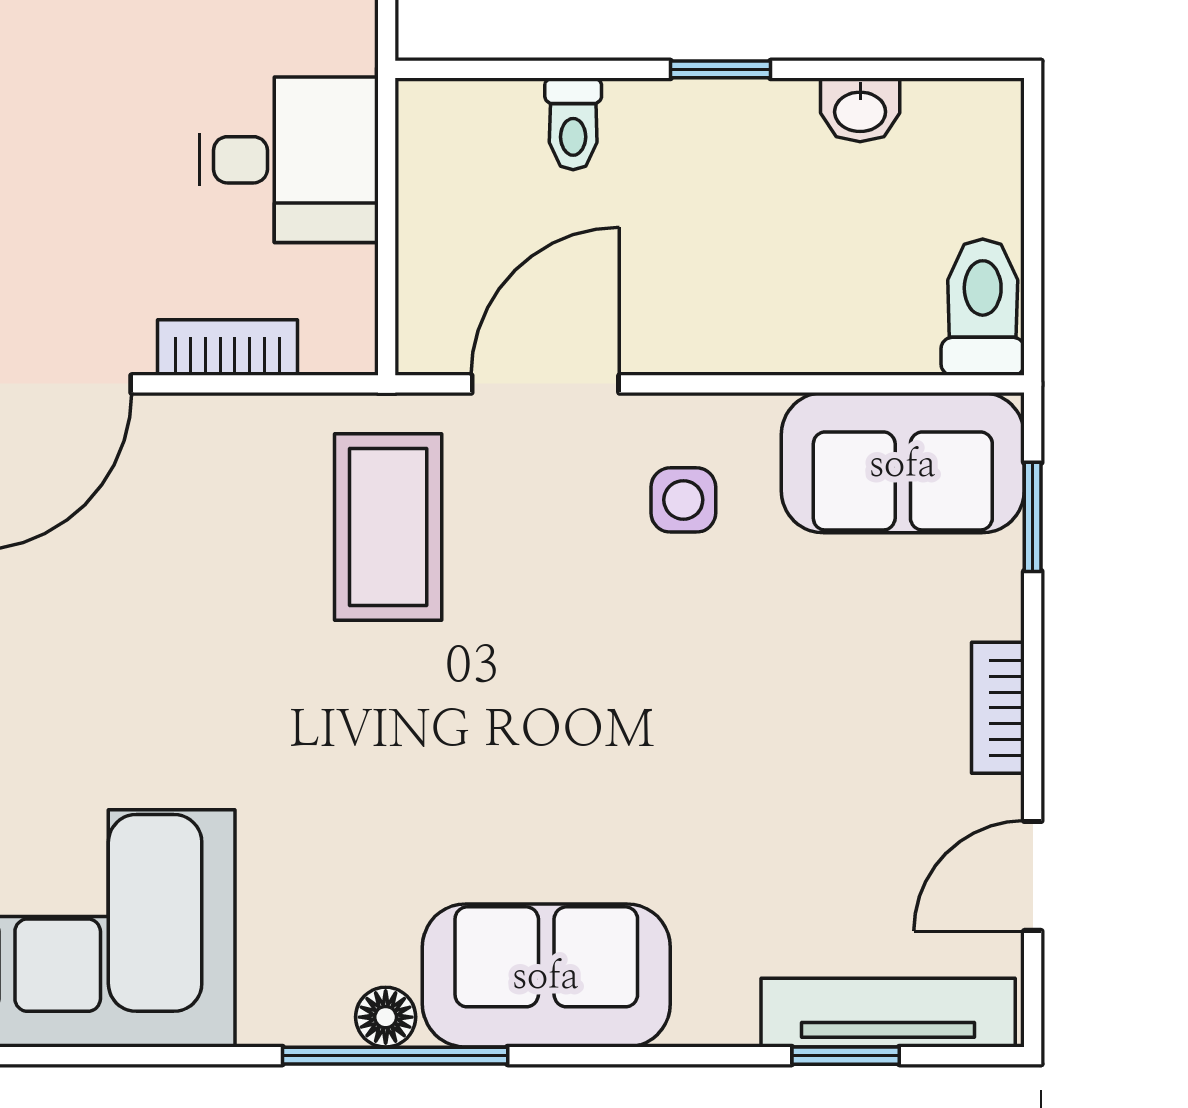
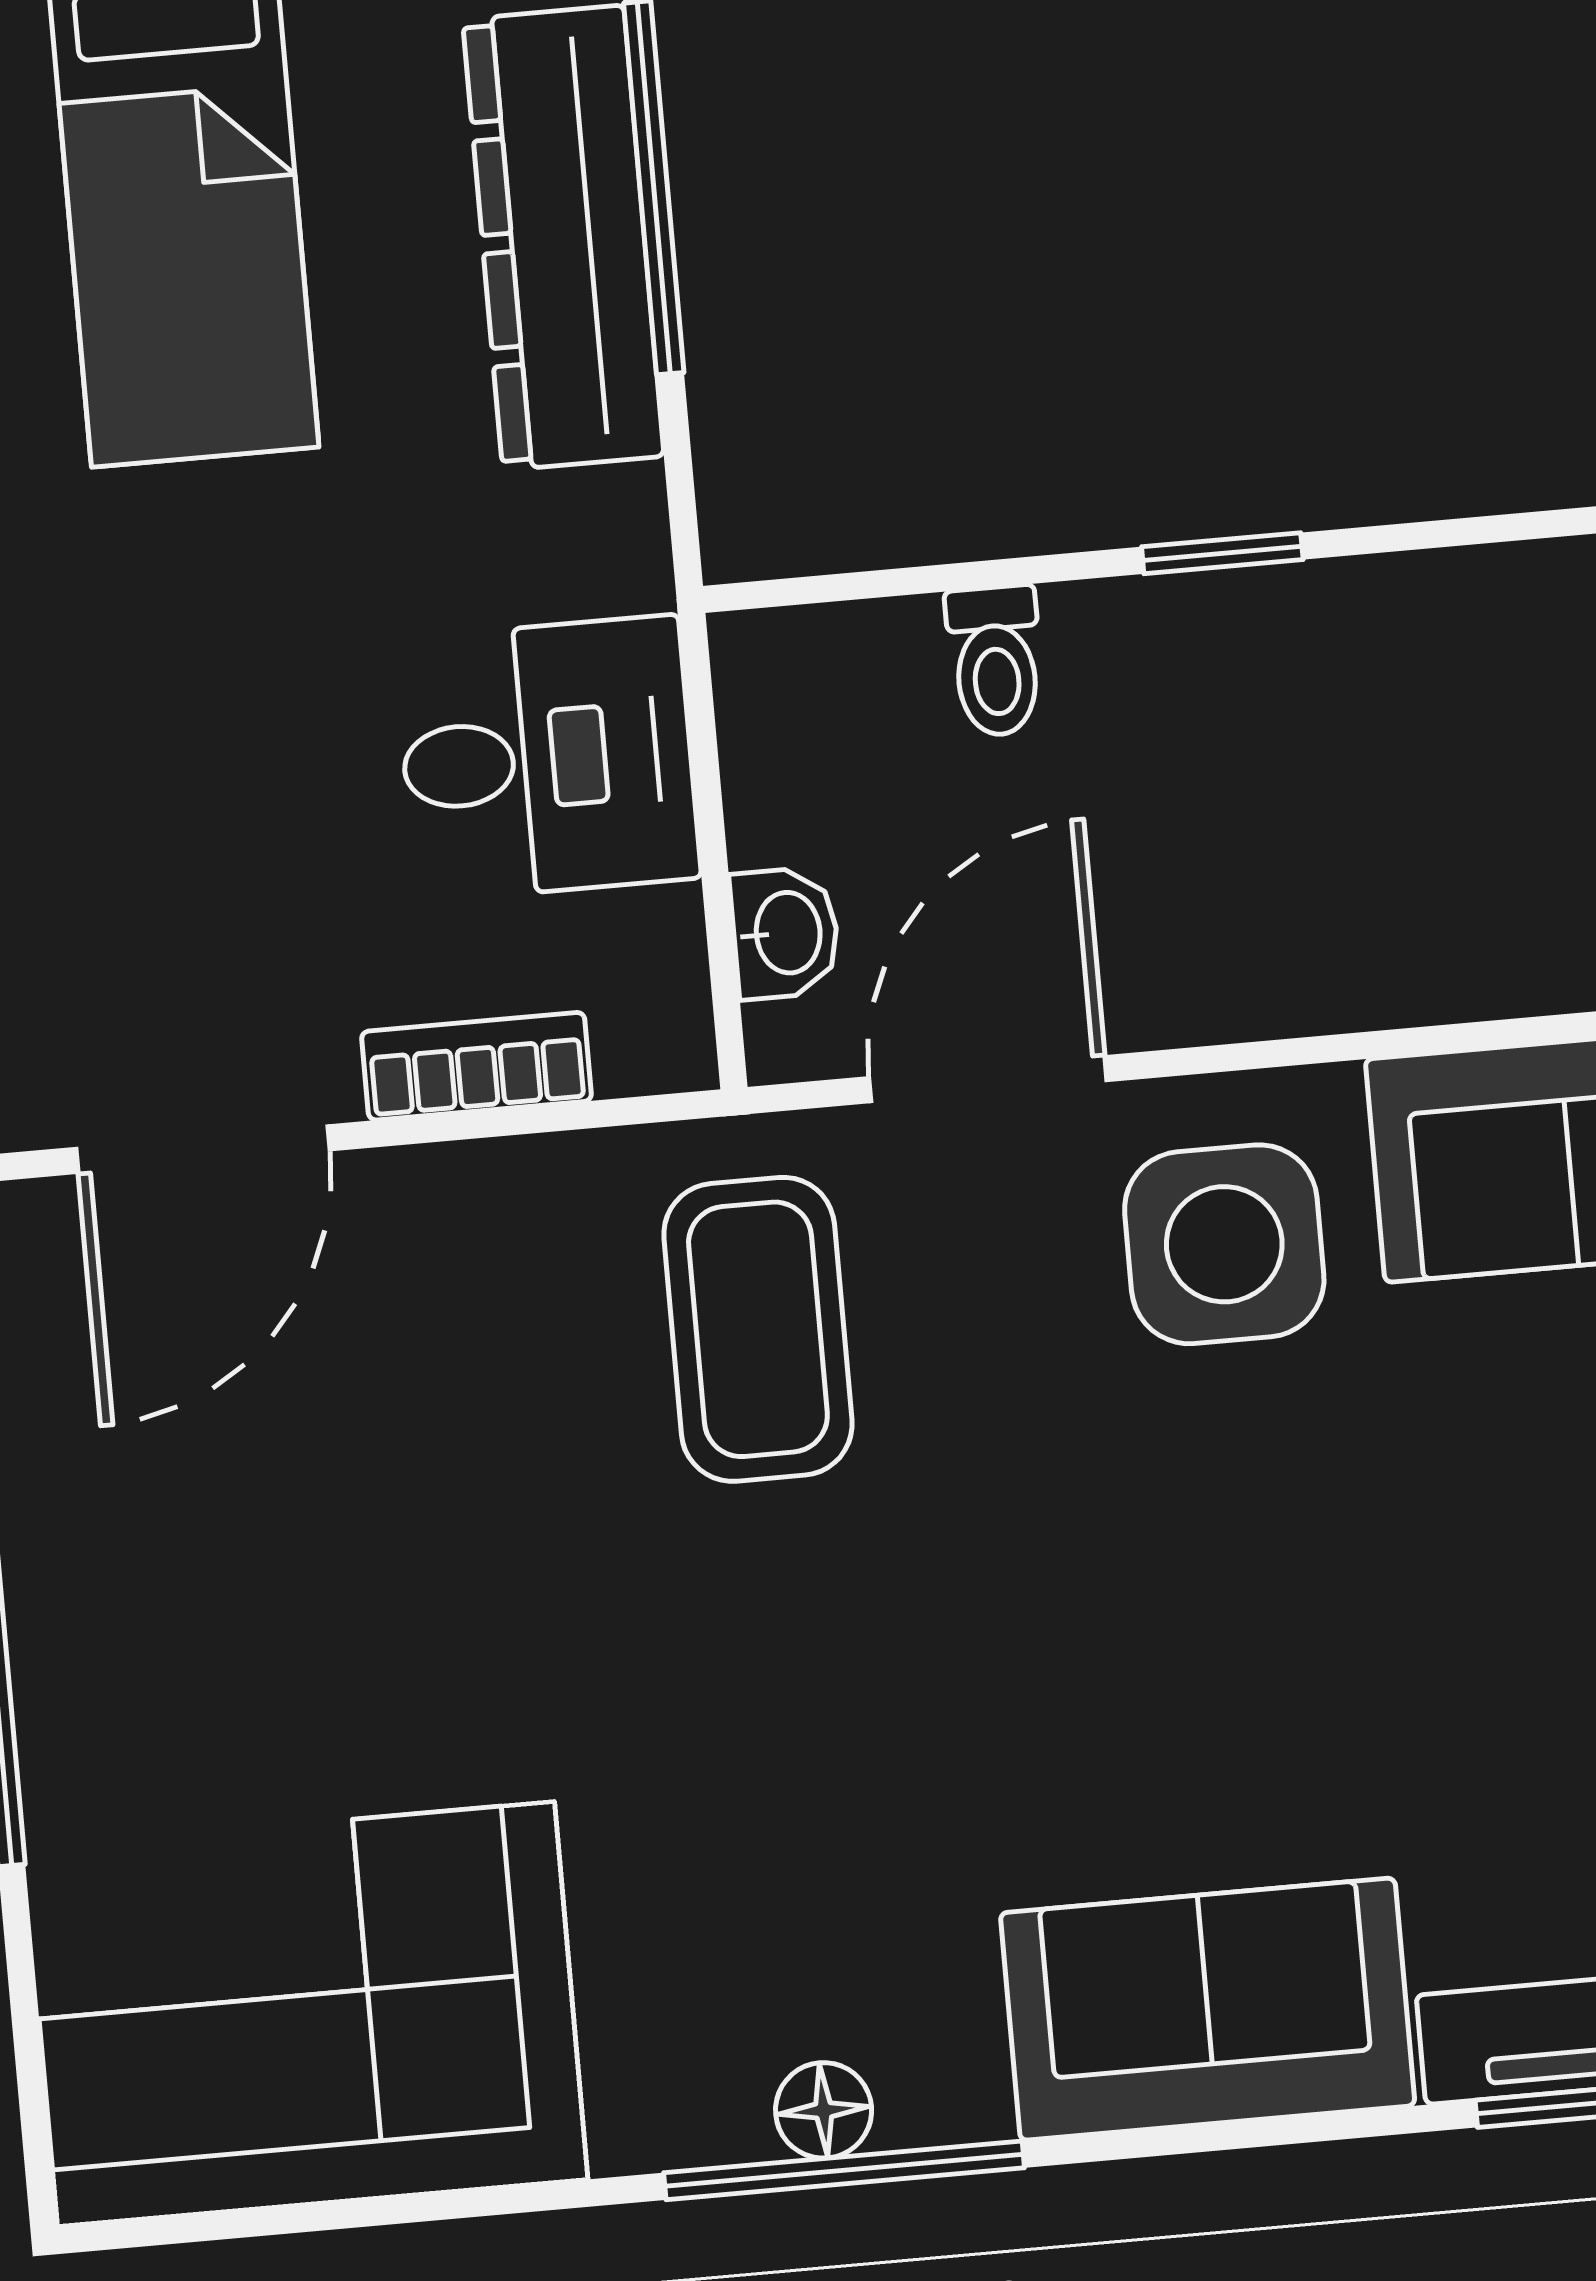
washbasin: (860, 110) -> (785, 933), moved, turned -90
side table: (683, 500) -> (1224, 1244), width x1.87, depth x1.87
sofa: (546, 975) -> (1208, 2009), moved

